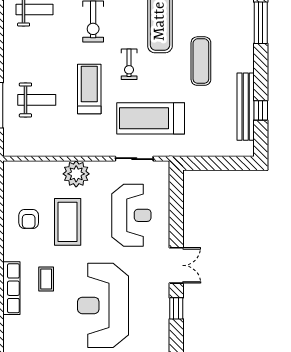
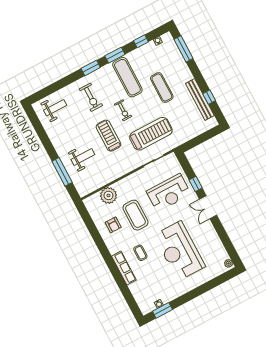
treadmill: (151, 118) -> (151, 134), turned 180
plant: (76, 174) -> (108, 195), moved
reception desk: (131, 215) -> (169, 193), turned 90
double door: (176, 265) -> (208, 207), swing flipped
window: (176, 308) -> (196, 184), moved

